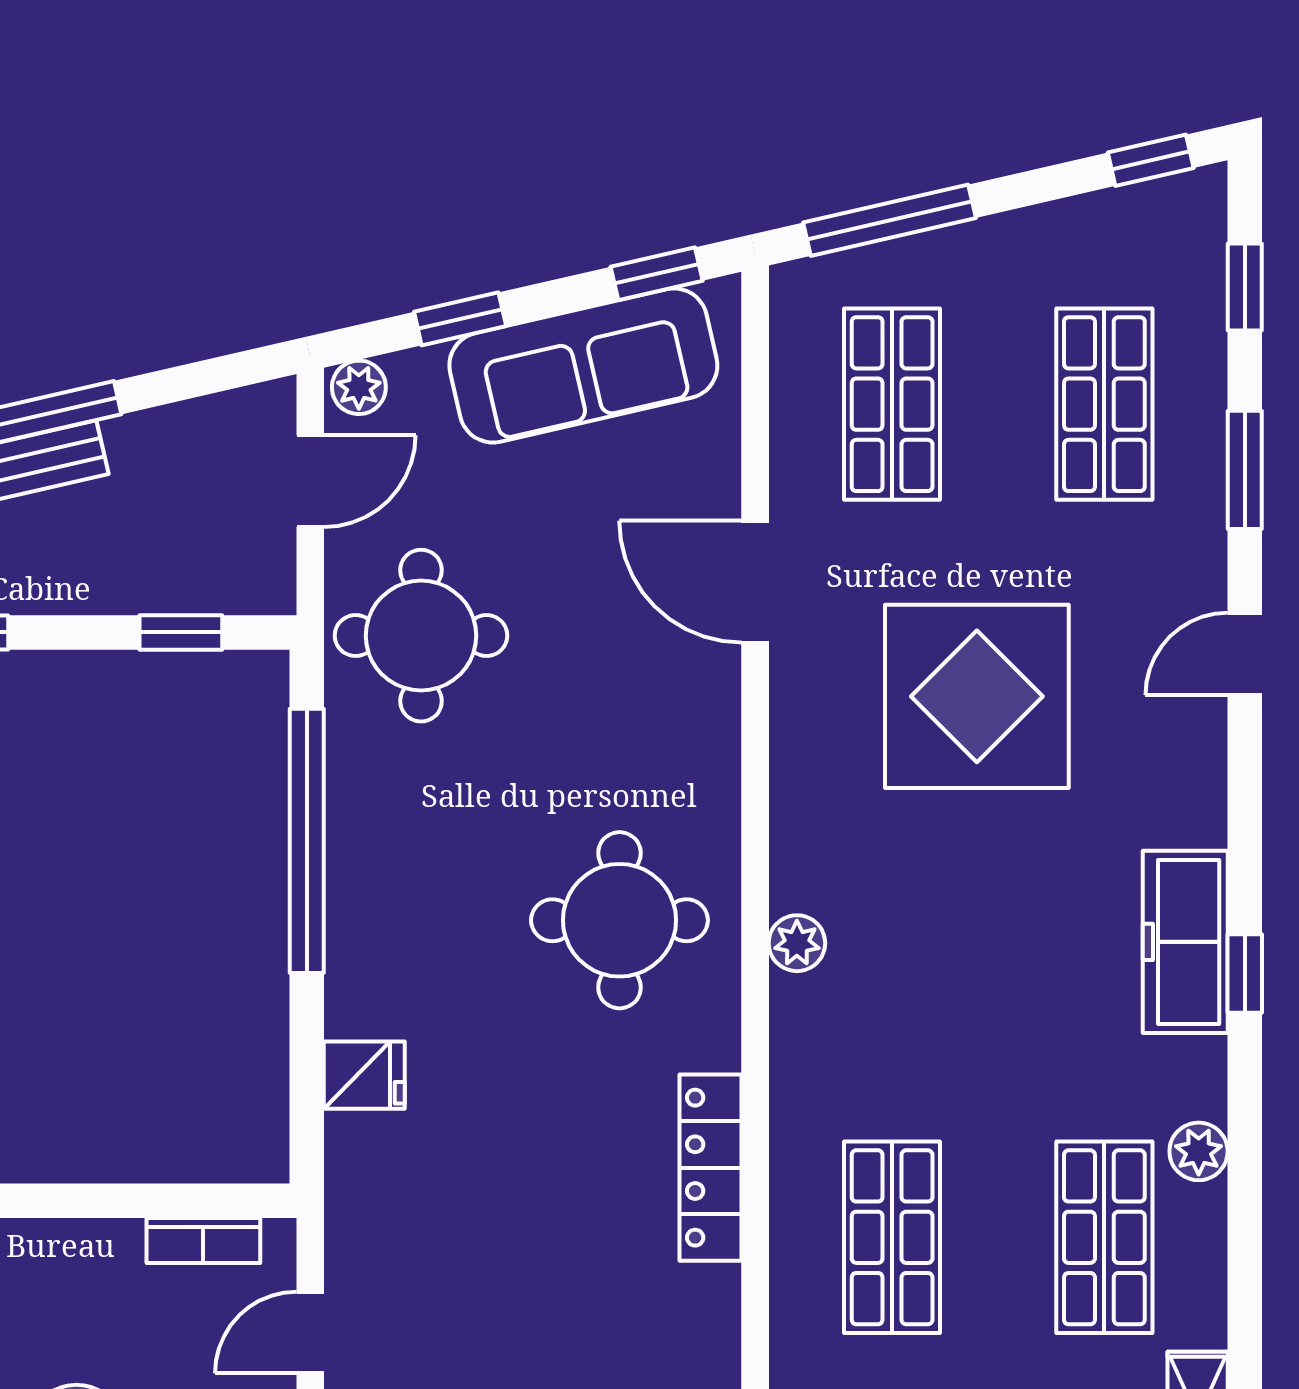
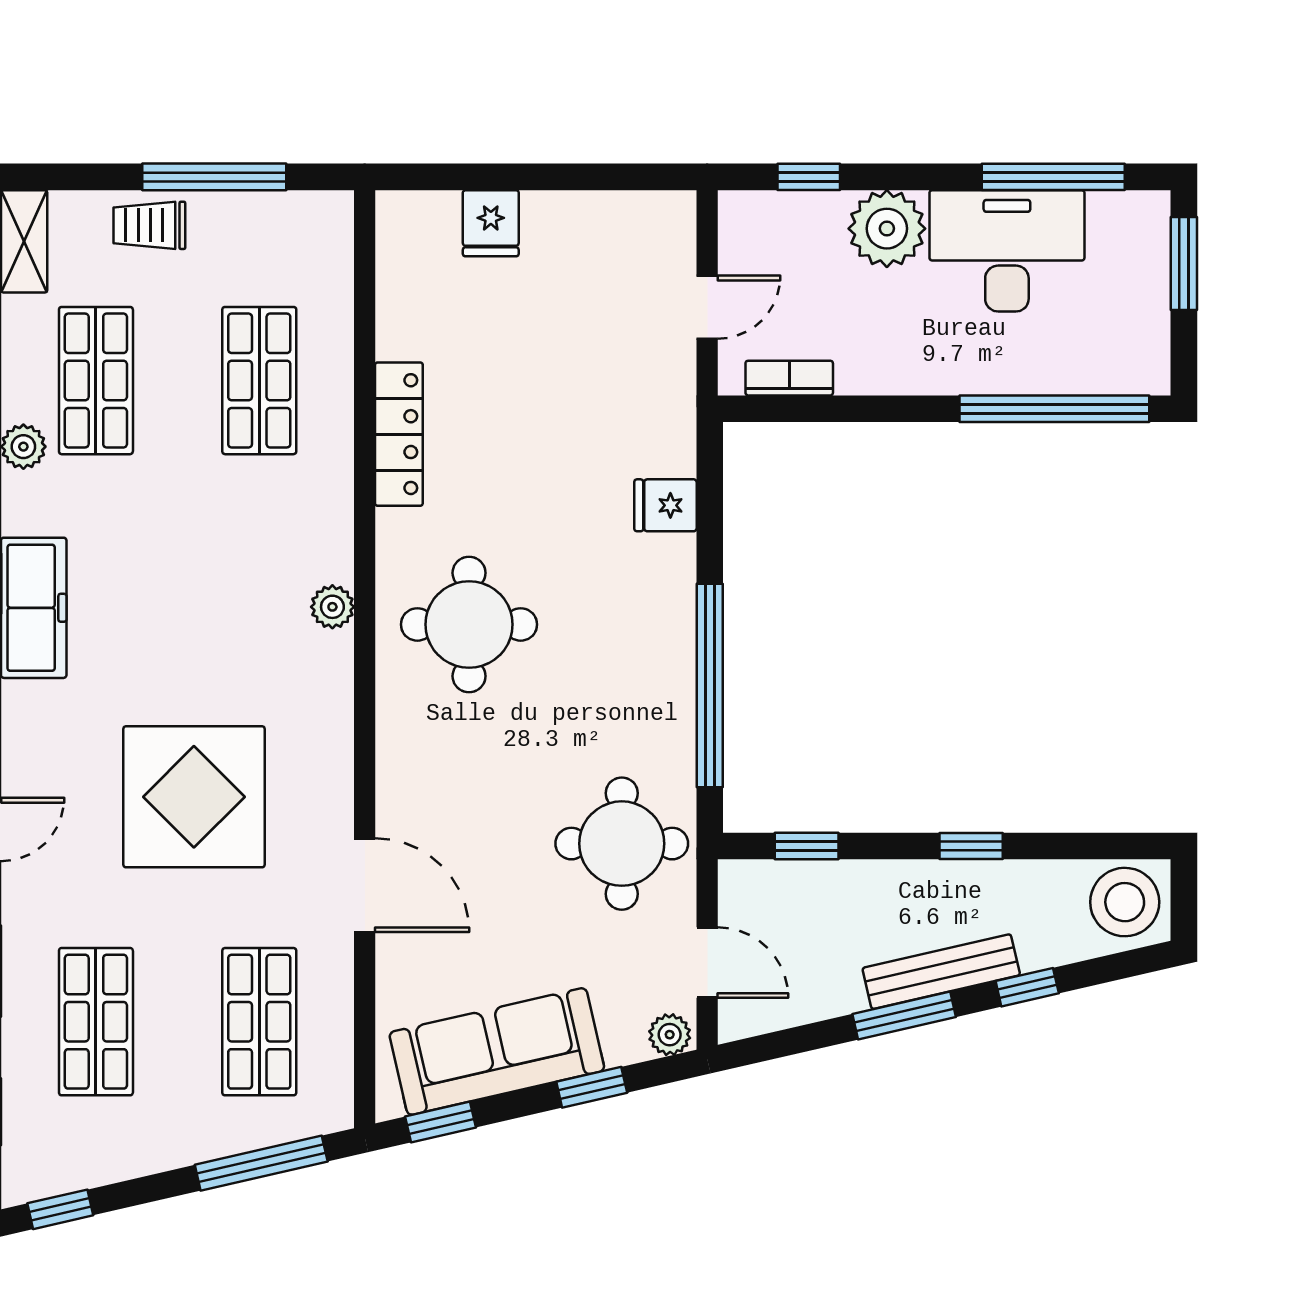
door: (310, 481) -> (707, 963), swing flipped

